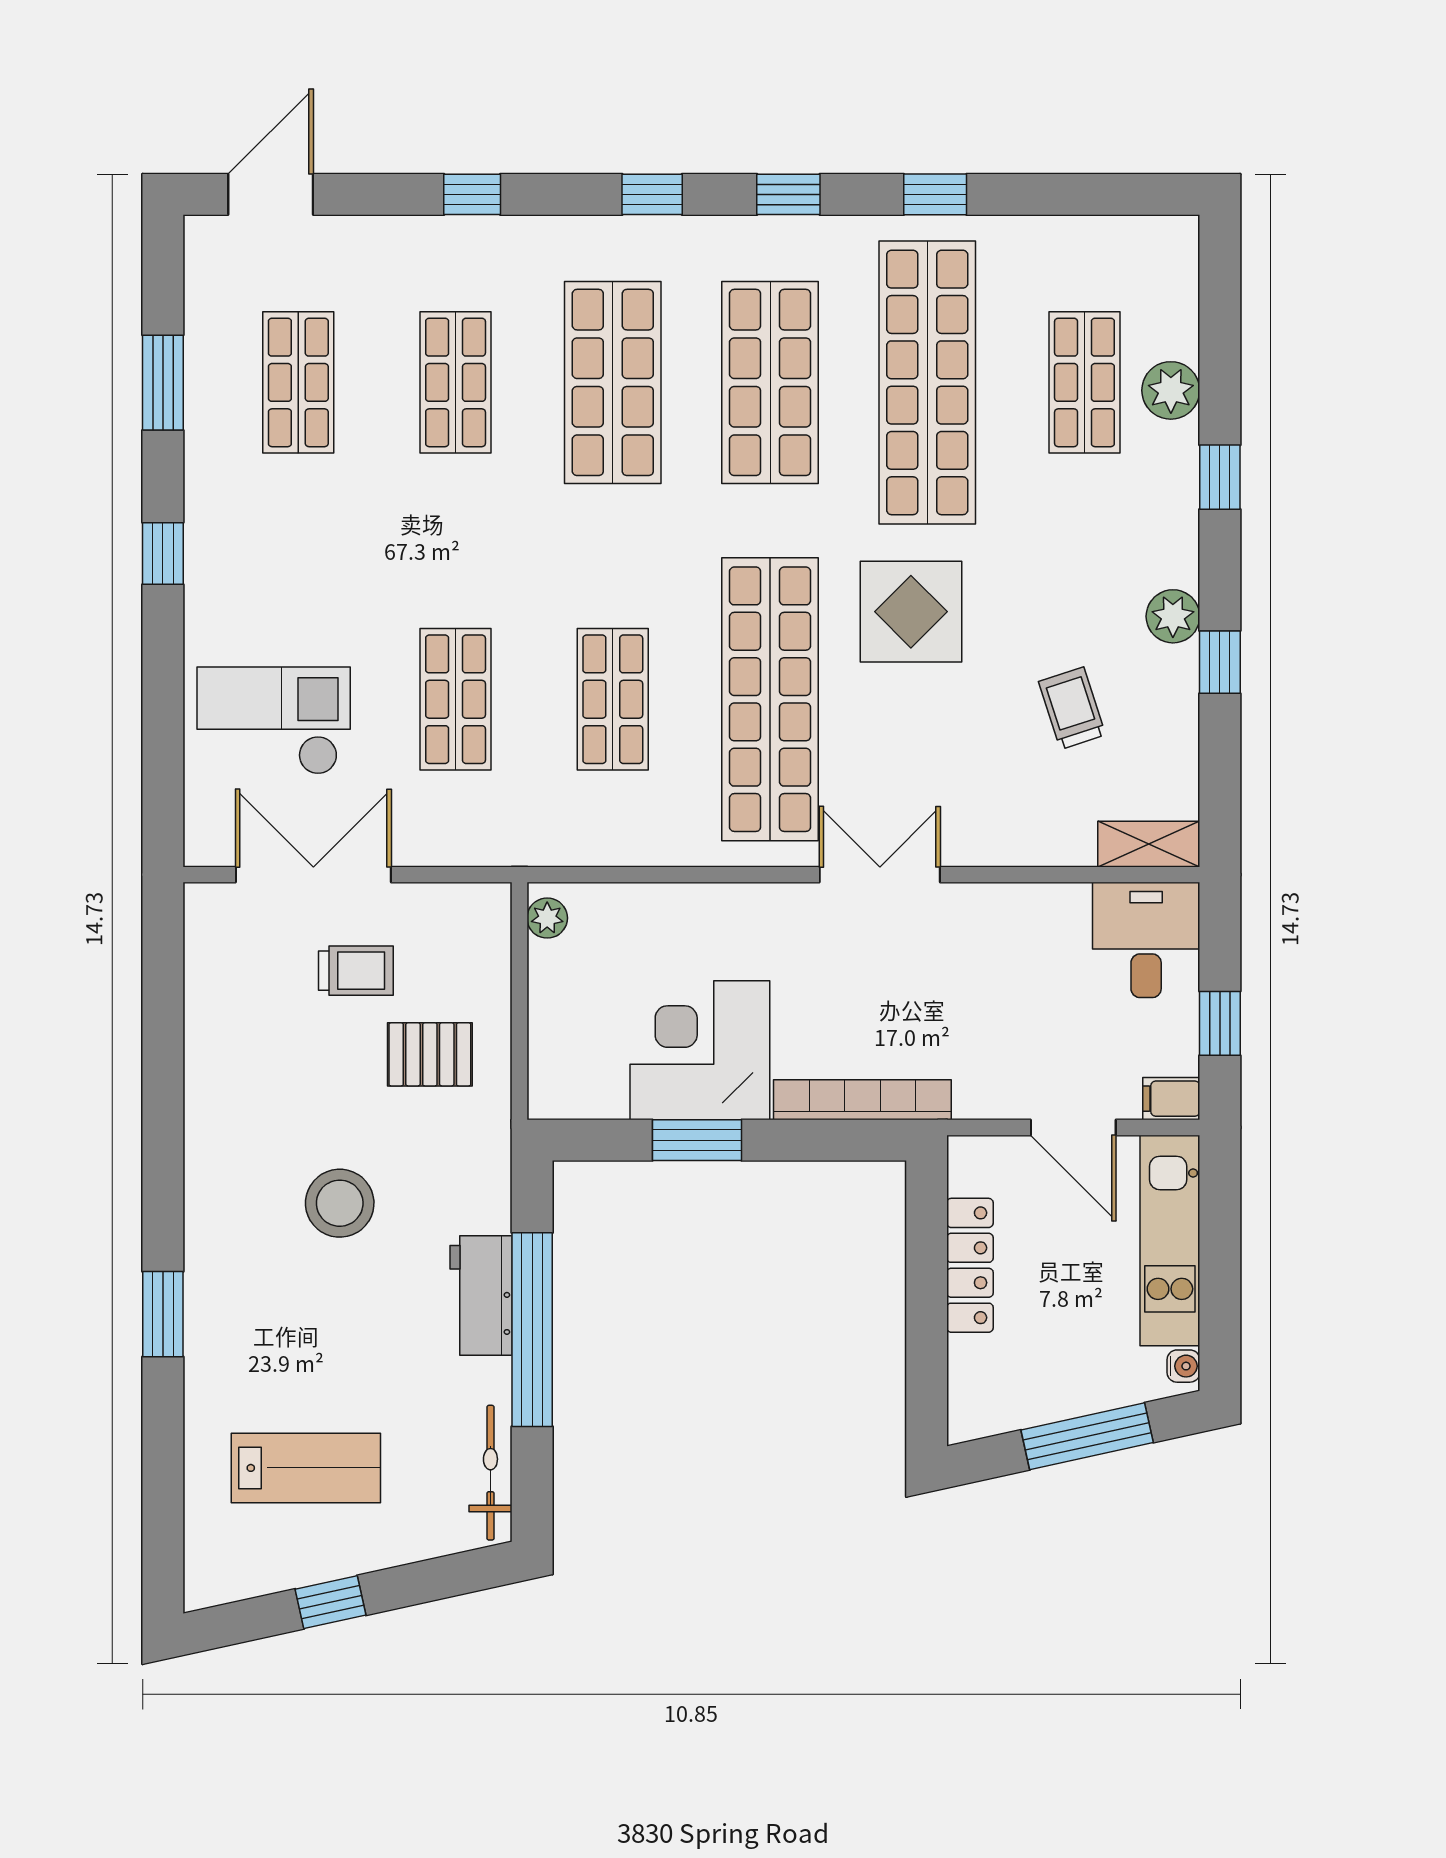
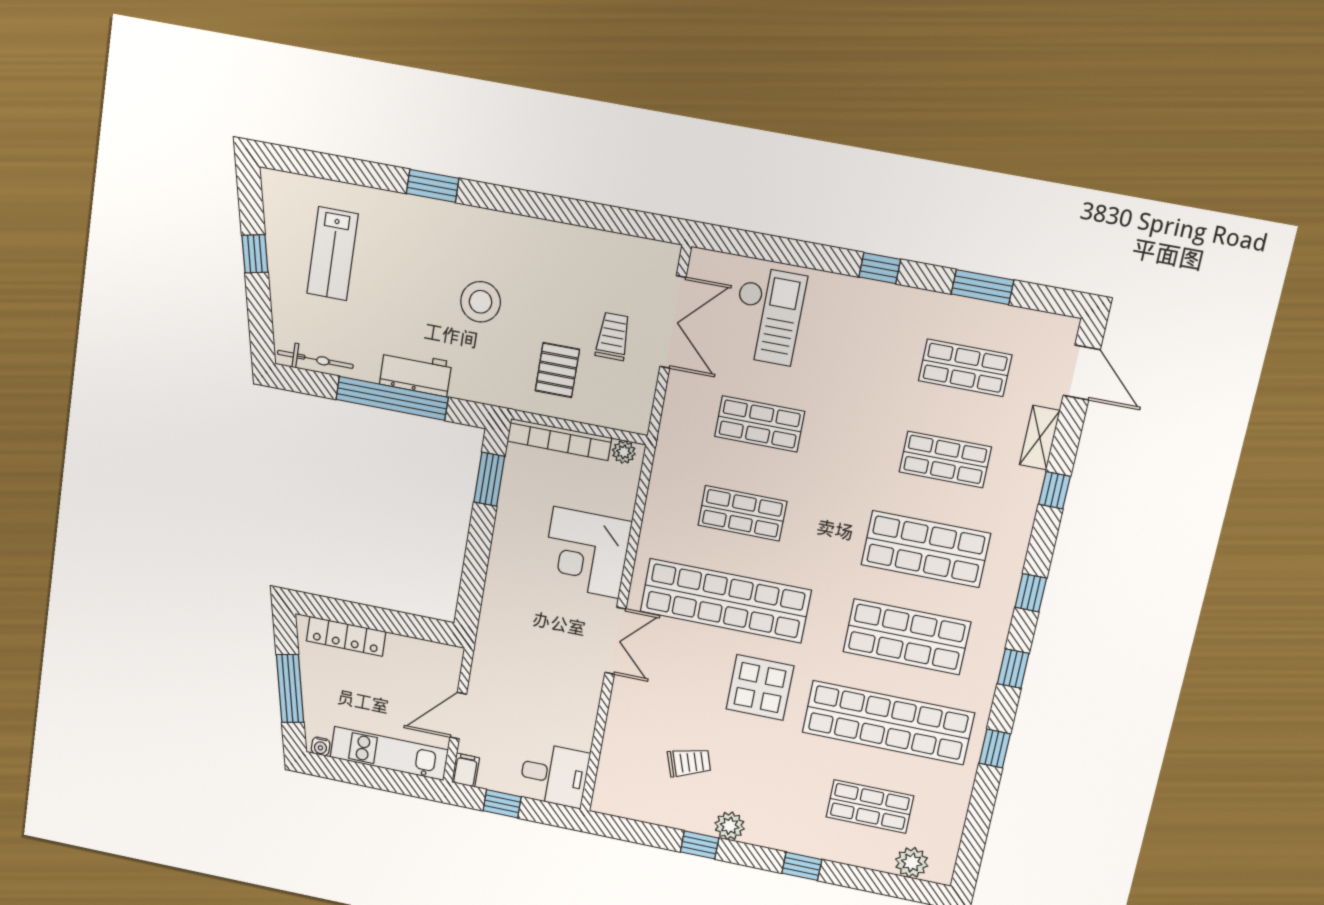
plant: (1171, 390) -> (912, 863), moved
shelving: (1149, 844) -> (1040, 438), moved
trolley: (356, 971) -> (613, 336), turned 180
corner desk: (700, 1050) -> (586, 553), moved, turned 180
bookcase: (862, 1100) -> (559, 439), moved, turned 90
window: (697, 1140) -> (489, 479), moved
locker: (970, 1265) -> (346, 636), moved

